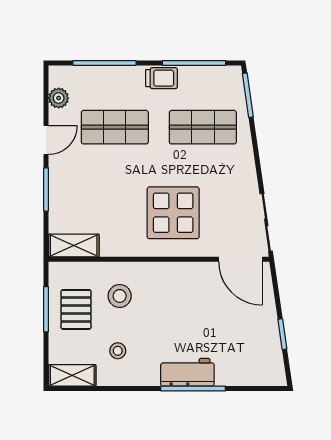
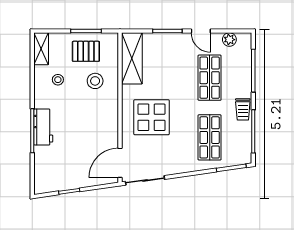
shelving: (74, 245) -> (132, 58), width x1.50, depth x1.33

